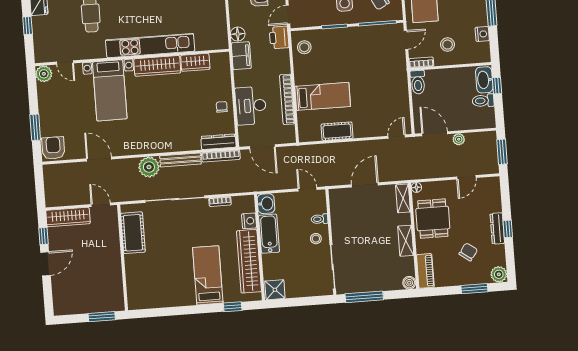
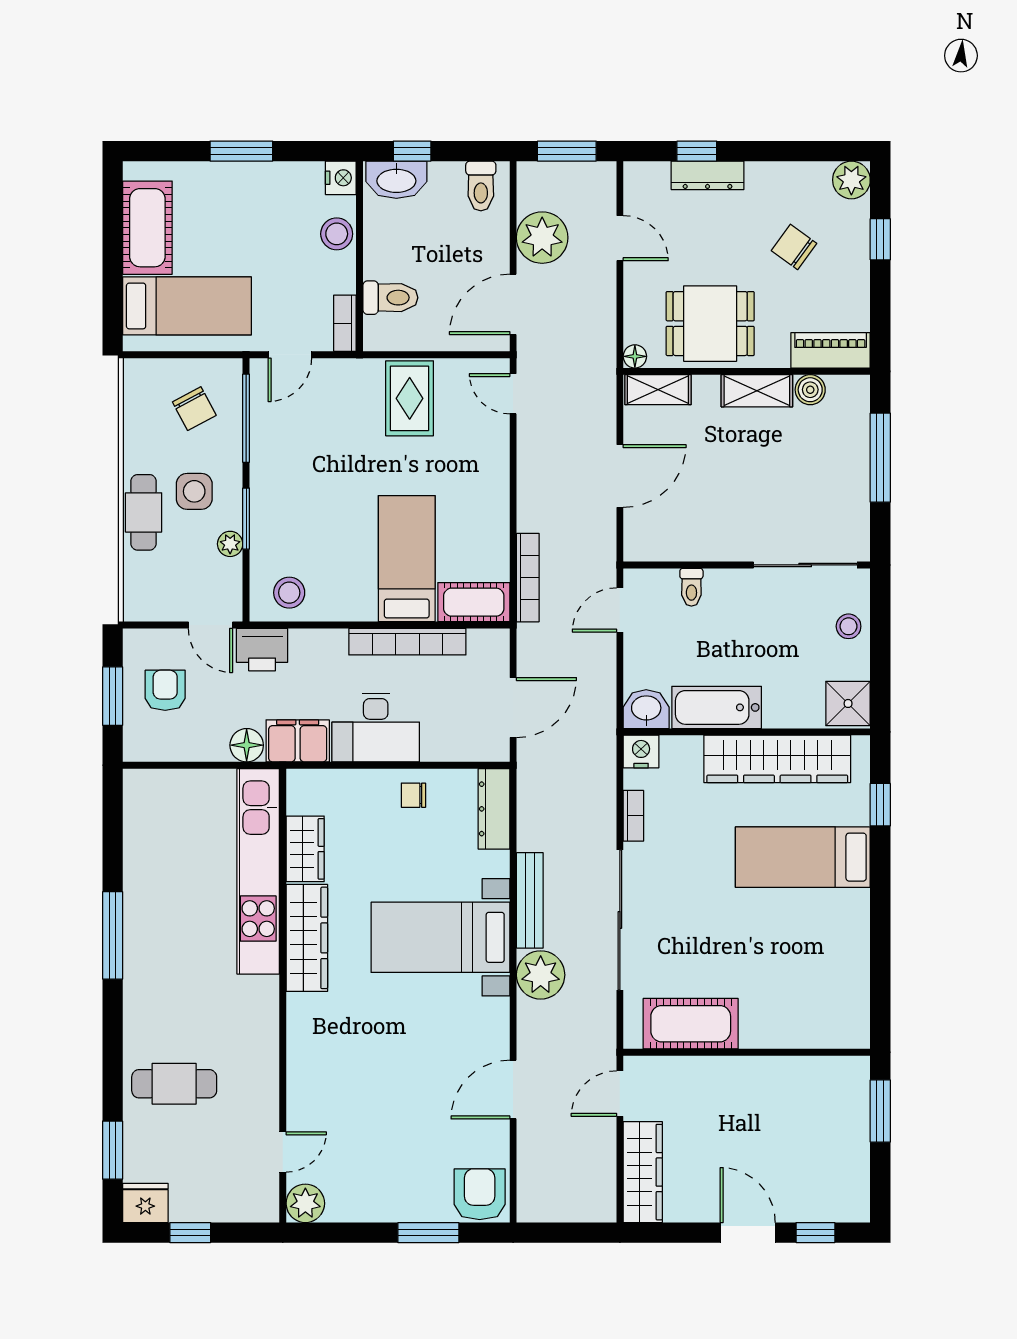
plant: (323, 20) -> (230, 544), added
nightstand: (482, 34) -> (341, 178), moved, turned 90
door: (406, 40) -> (290, 355), swing flipped
stool: (448, 45) -> (337, 234), moved
kitchen unit: (150, 46) -> (258, 871), moved
toilet: (418, 82) -> (390, 298), moved
bed with nightstands: (110, 90) -> (440, 937), moved, turned 180
rug: (391, 92) -> (410, 398), added
toilet: (483, 101) -> (481, 186), moved
desk: (251, 106) -> (376, 728), moved
cot: (337, 131) -> (474, 602), moved, turned 90
plant: (459, 139) -> (542, 238), width x1.88, depth x1.88
armchair: (53, 148) -> (480, 1194), turned 90
bookcase: (221, 156) -> (528, 578), moved
door: (365, 185) -> (620, 476), swing flipped
nightstand: (249, 221) -> (641, 752), moved
dresser: (497, 228) -> (708, 175), moved
window: (508, 229) -> (697, 151), moved
window: (43, 236) -> (815, 1233), moved
stool: (316, 239) -> (849, 626), moved
boiler: (409, 283) -> (810, 390), moved
window: (474, 289) -> (880, 239), width x0.67
window: (364, 297) -> (880, 458), moved

